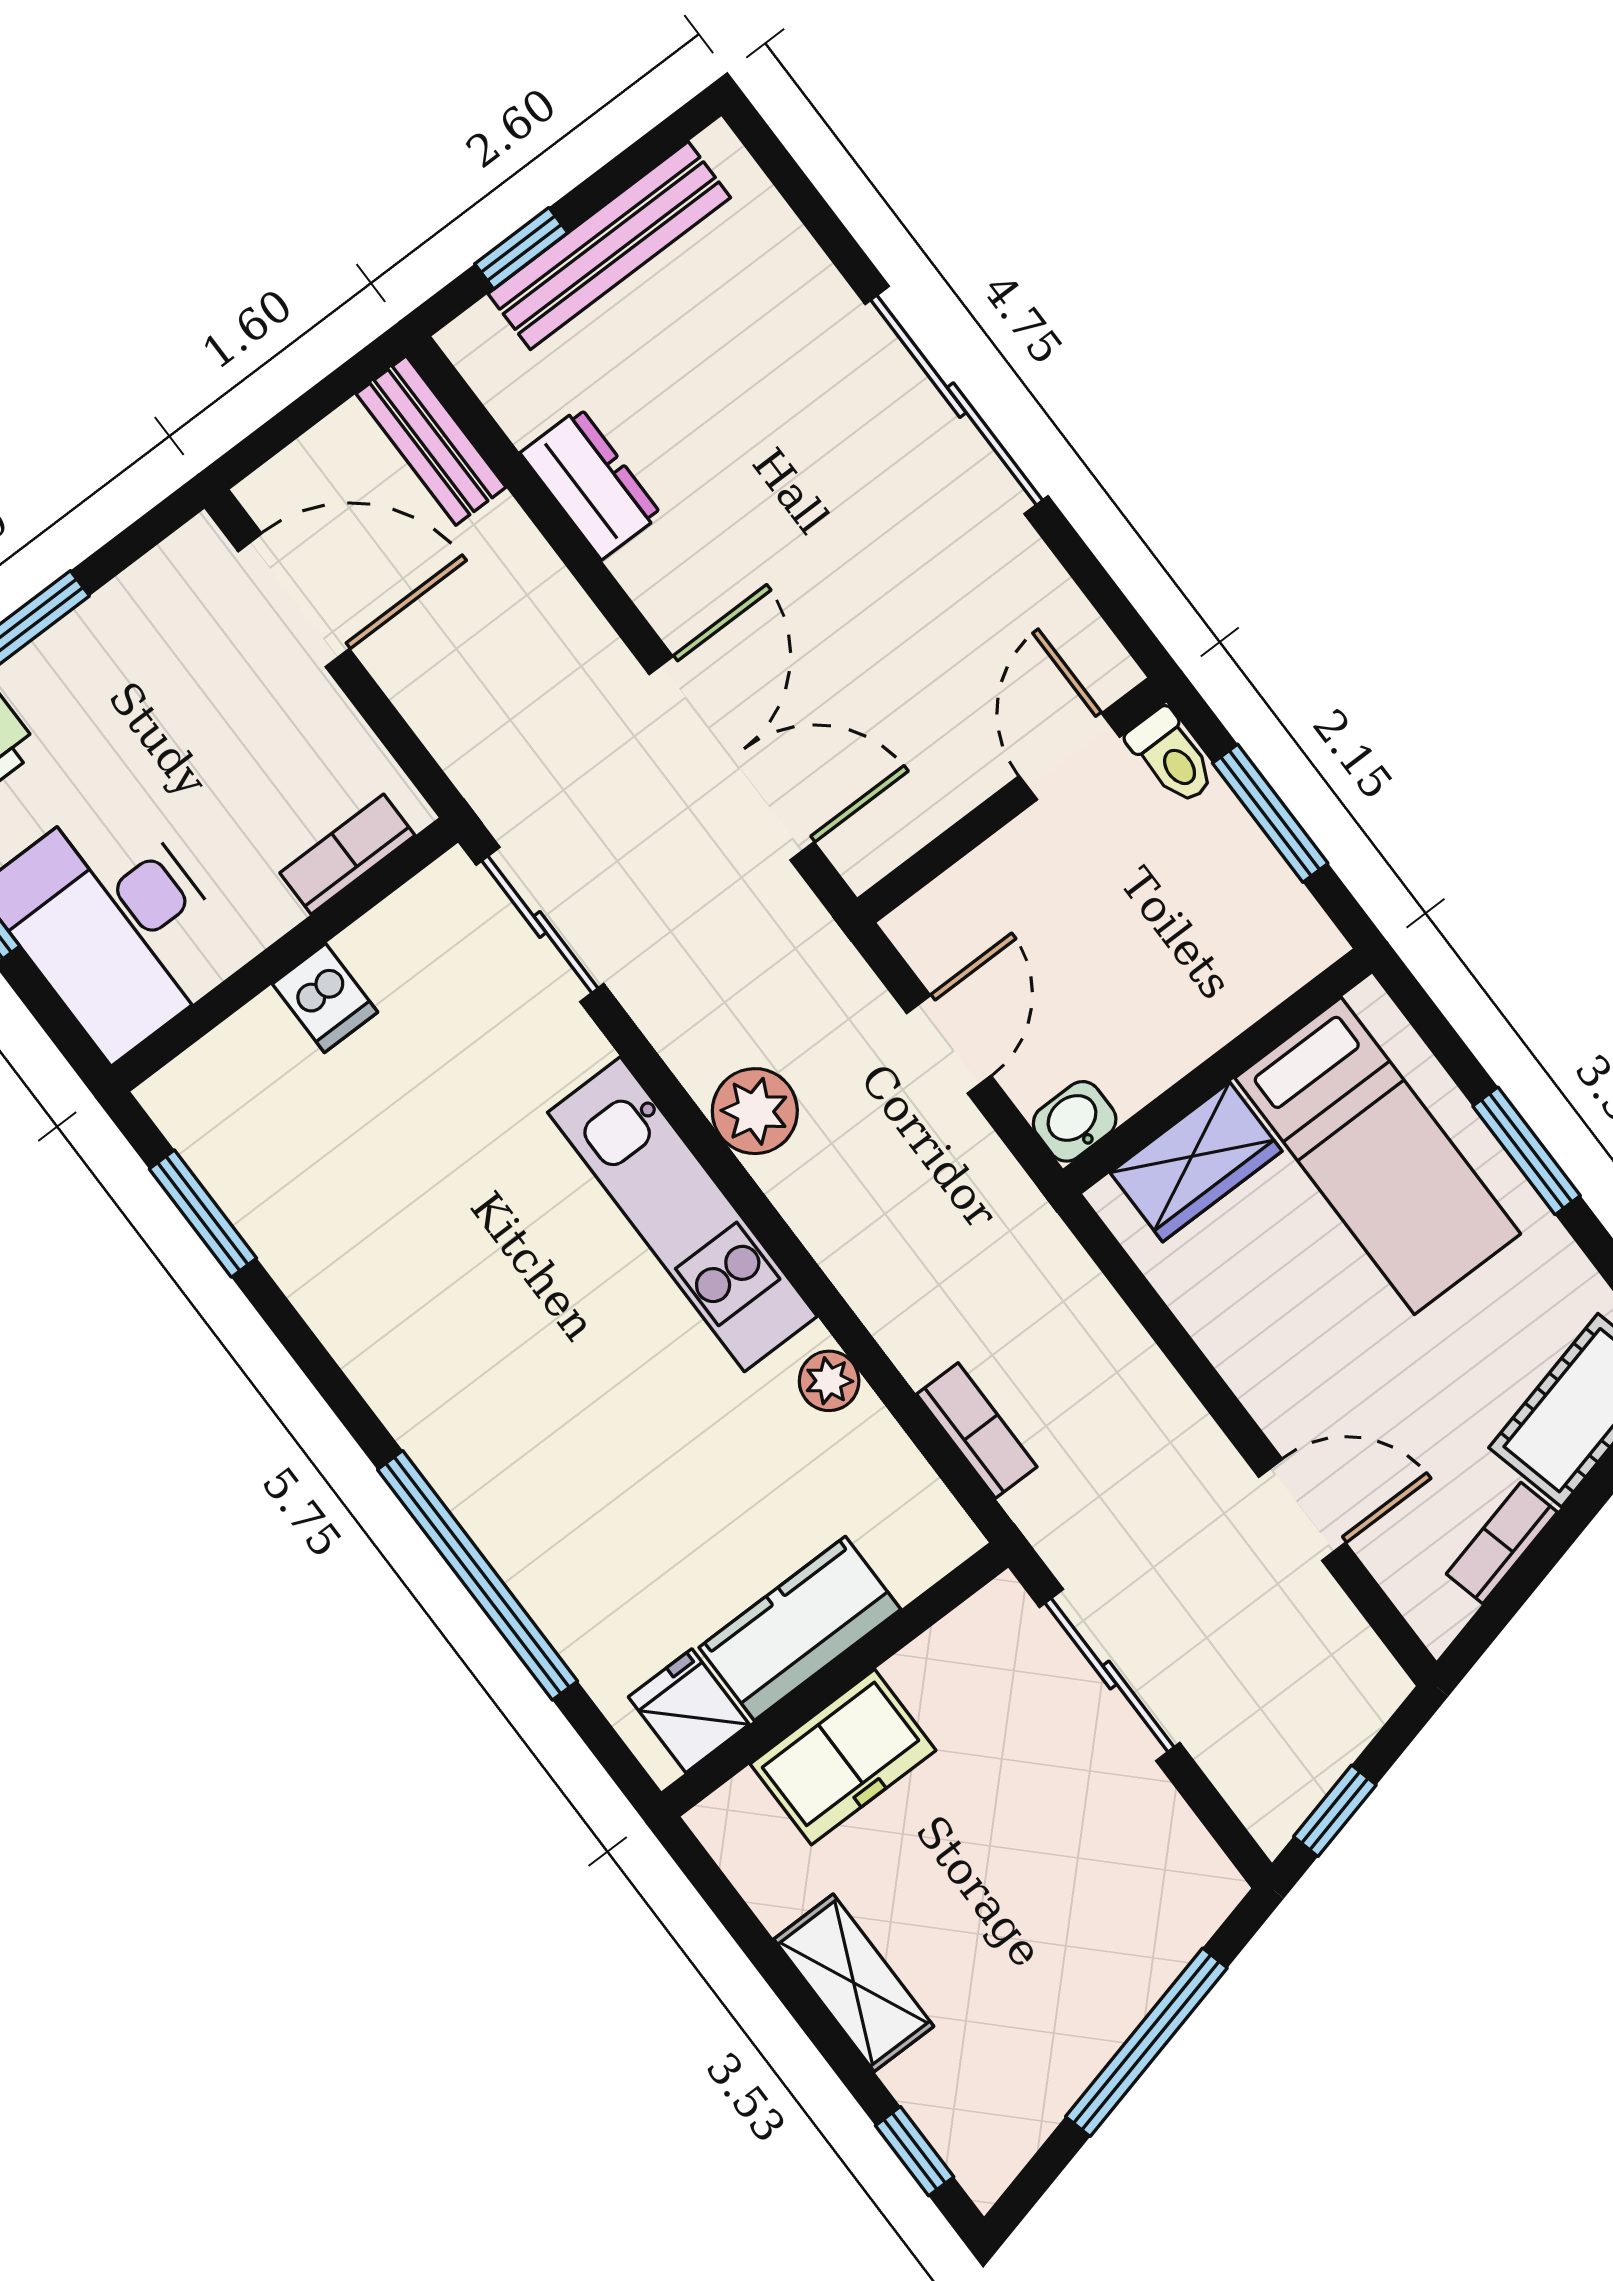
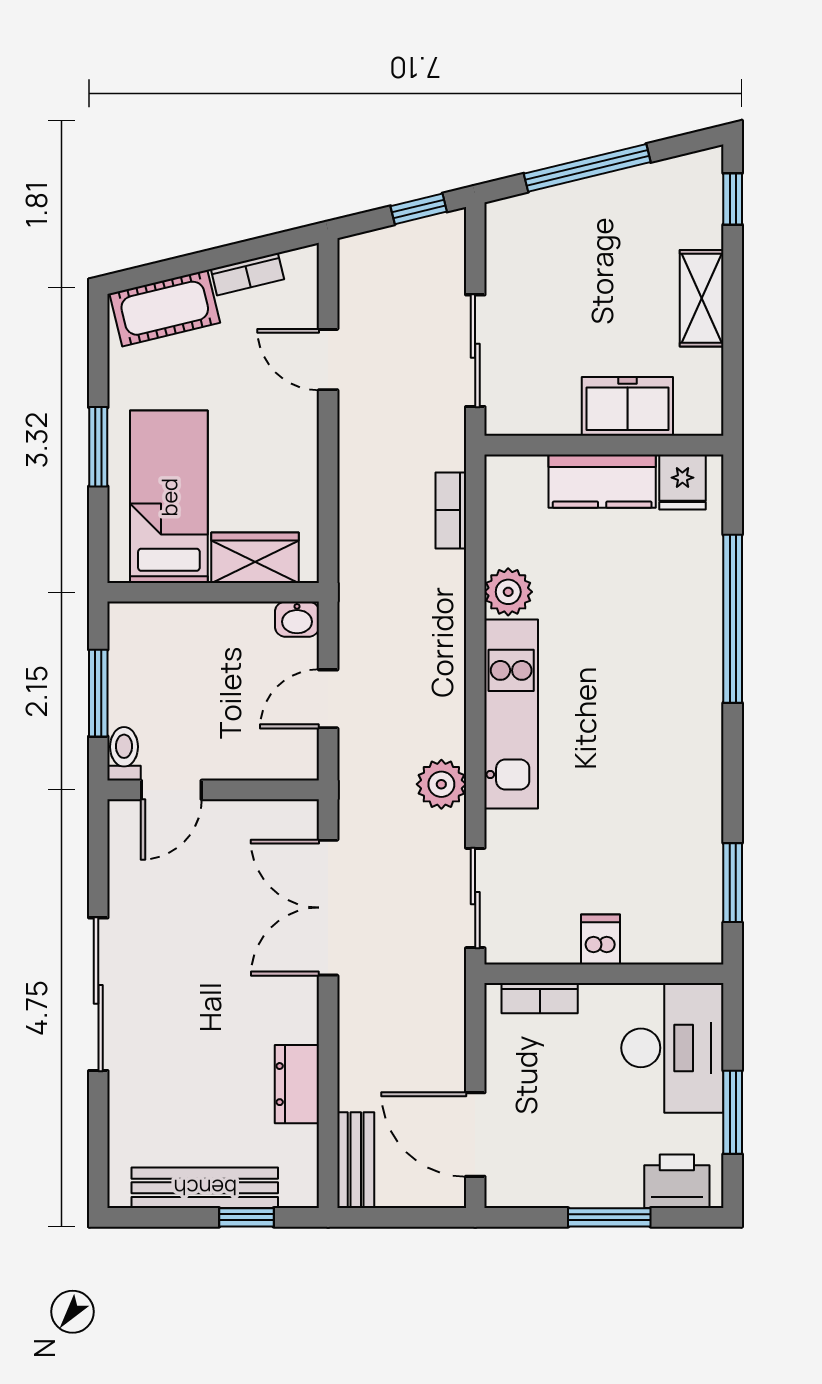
plant: (755, 1111) -> (441, 784), moved
plant: (829, 1381) -> (508, 592), width x1.38, depth x1.38

